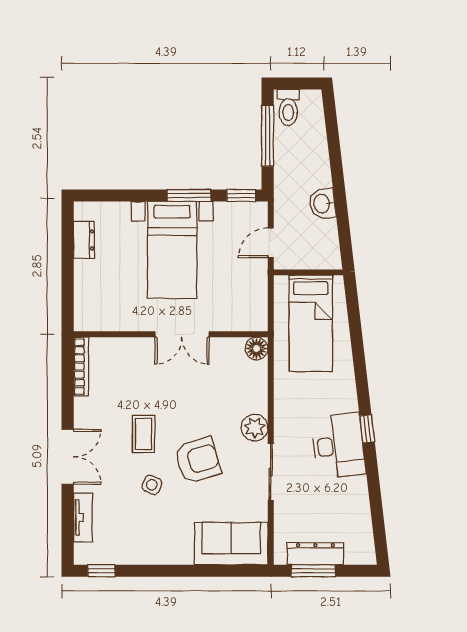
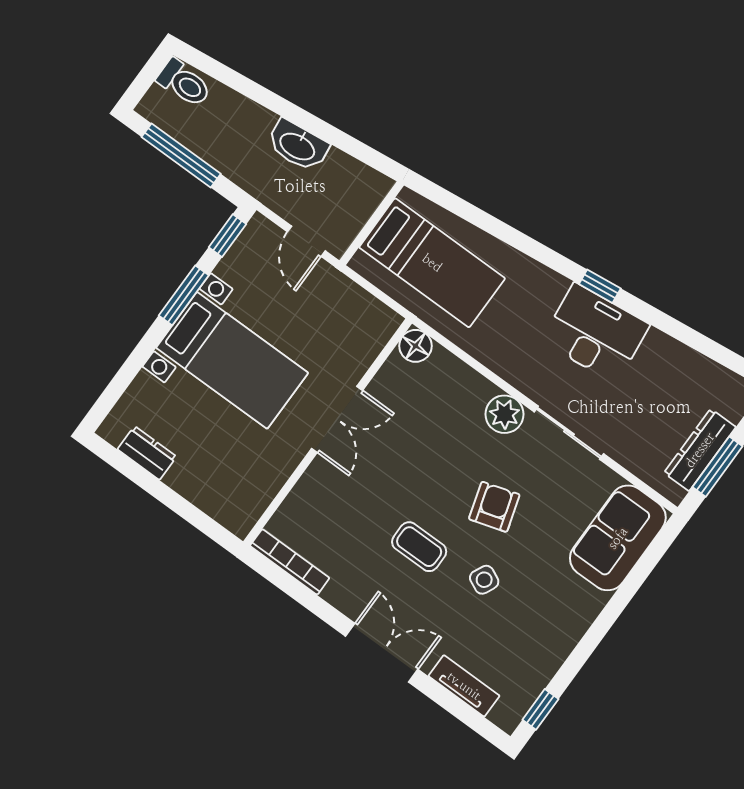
toilet: (288, 107) -> (184, 83), moved
washbasin: (322, 204) -> (298, 146), width x1.38
armchair: (198, 460) -> (494, 507), width x0.72, depth x0.72

